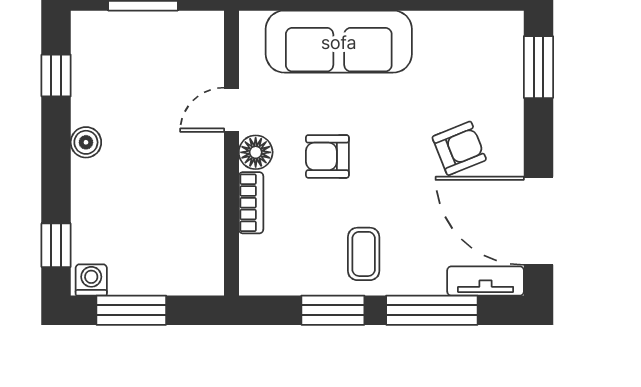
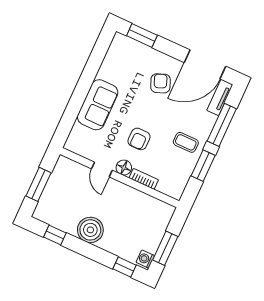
sofa: (339, 42) -> (98, 105), width x0.73
boiler: (86, 142) -> (90, 230), width x1.86, depth x1.86

